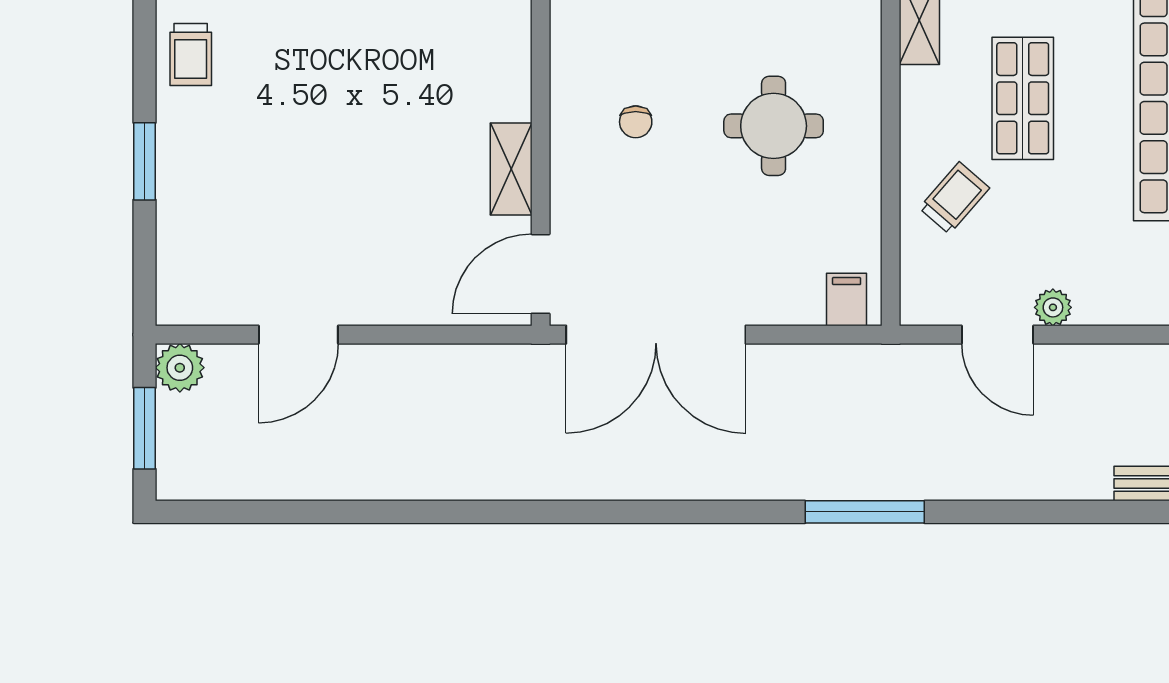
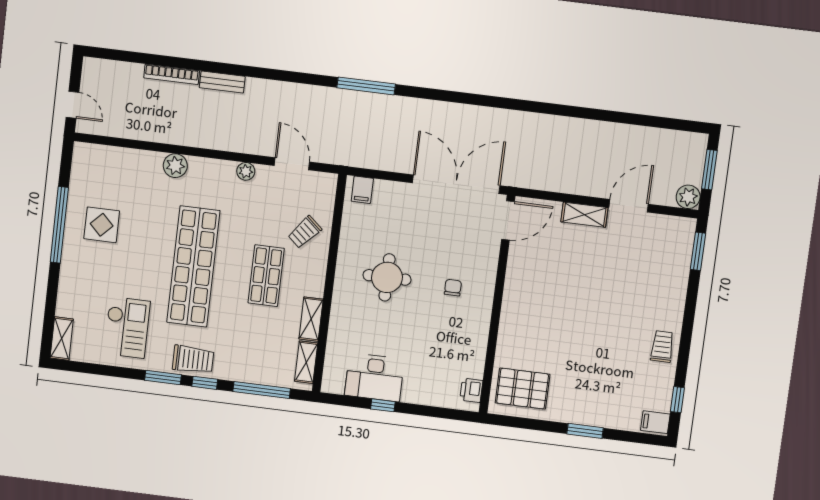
window: (144, 161) -> (698, 251), moved
shelving: (511, 169) -> (584, 215), moved, turned 90
plant: (1053, 307) -> (246, 171), moved

